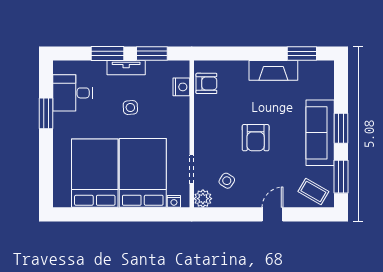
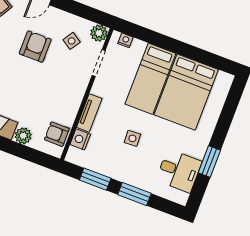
tv unit: (126, 68) -> (89, 113), moved, turned 90
plant: (239, 69) -> (23, 136), added
armchair: (256, 138) -> (35, 47), moved
bed: (143, 173) -> (150, 79), width x0.67

